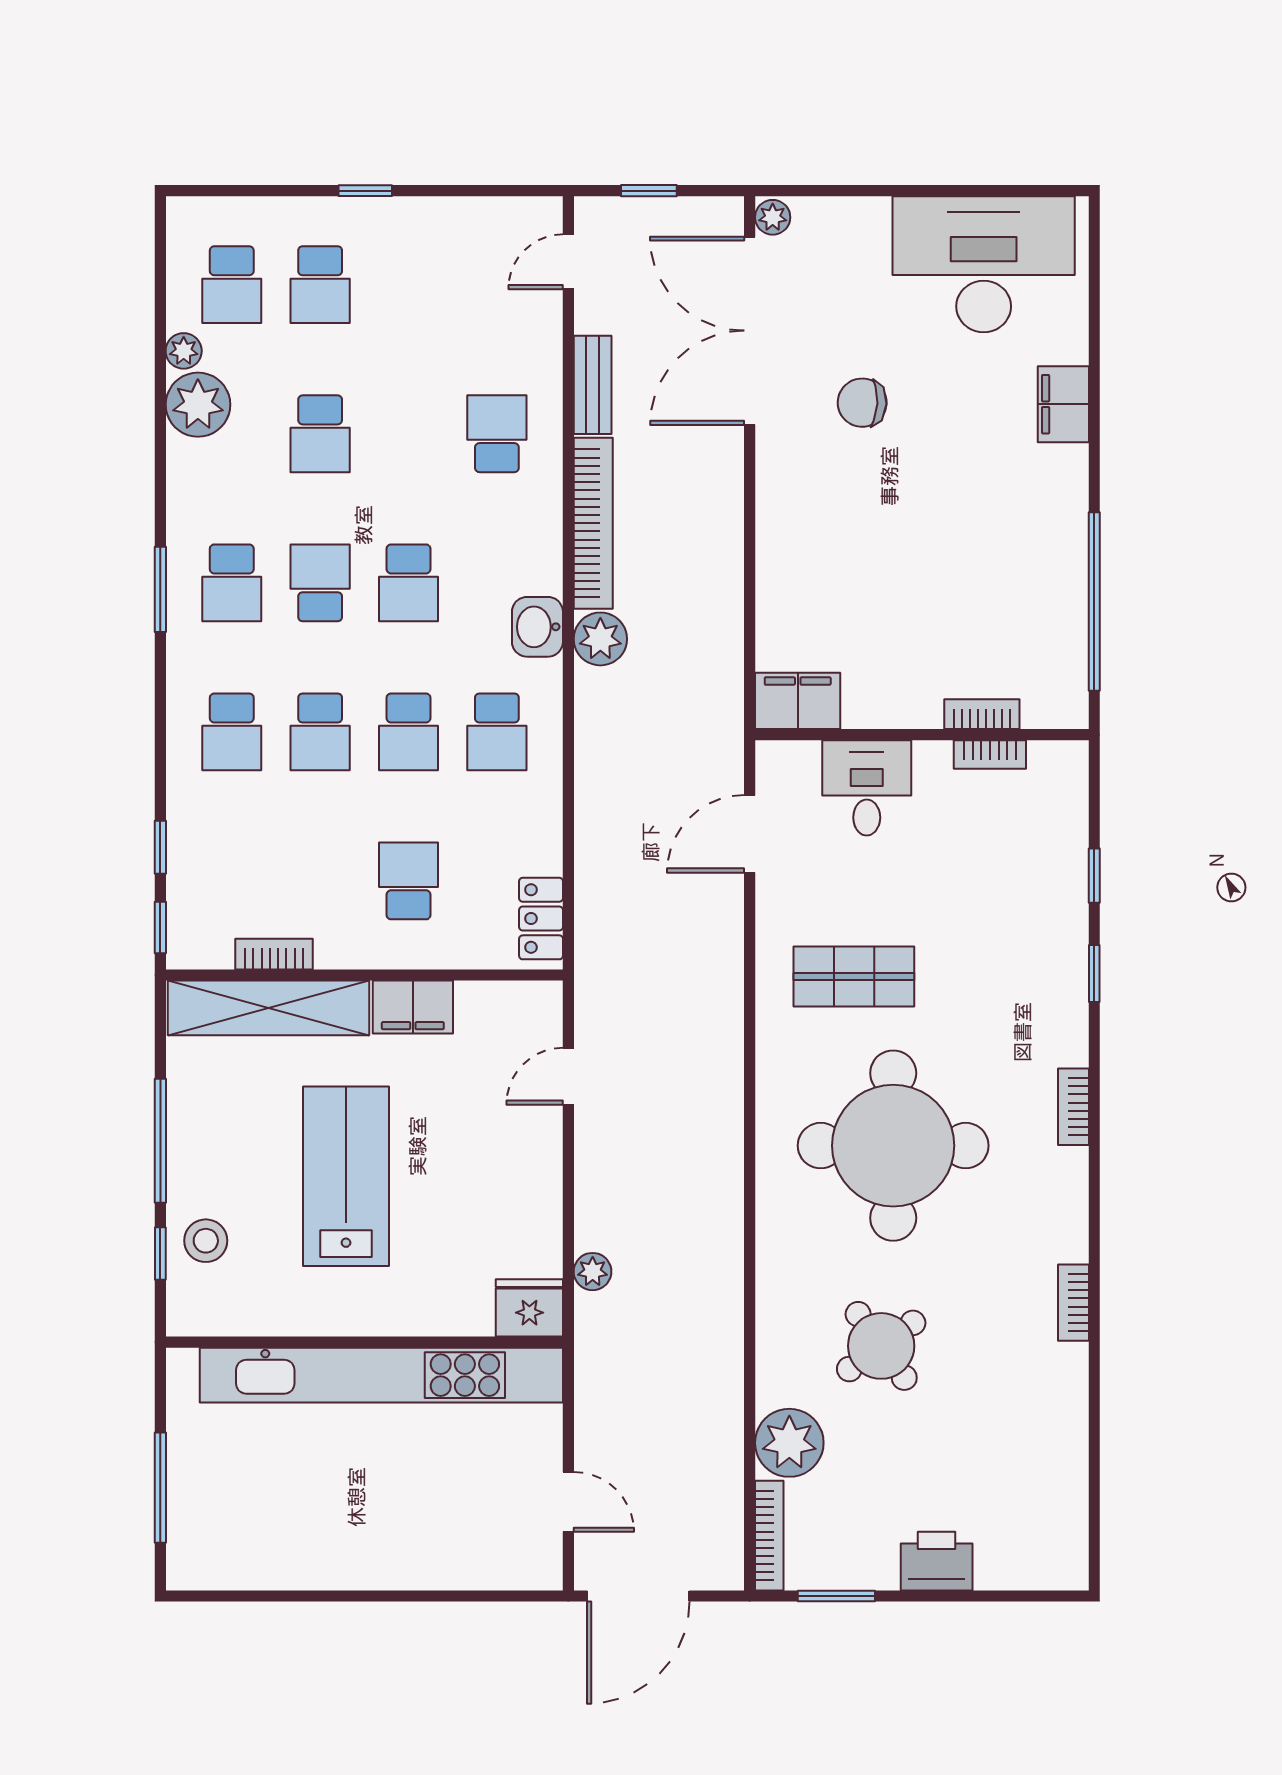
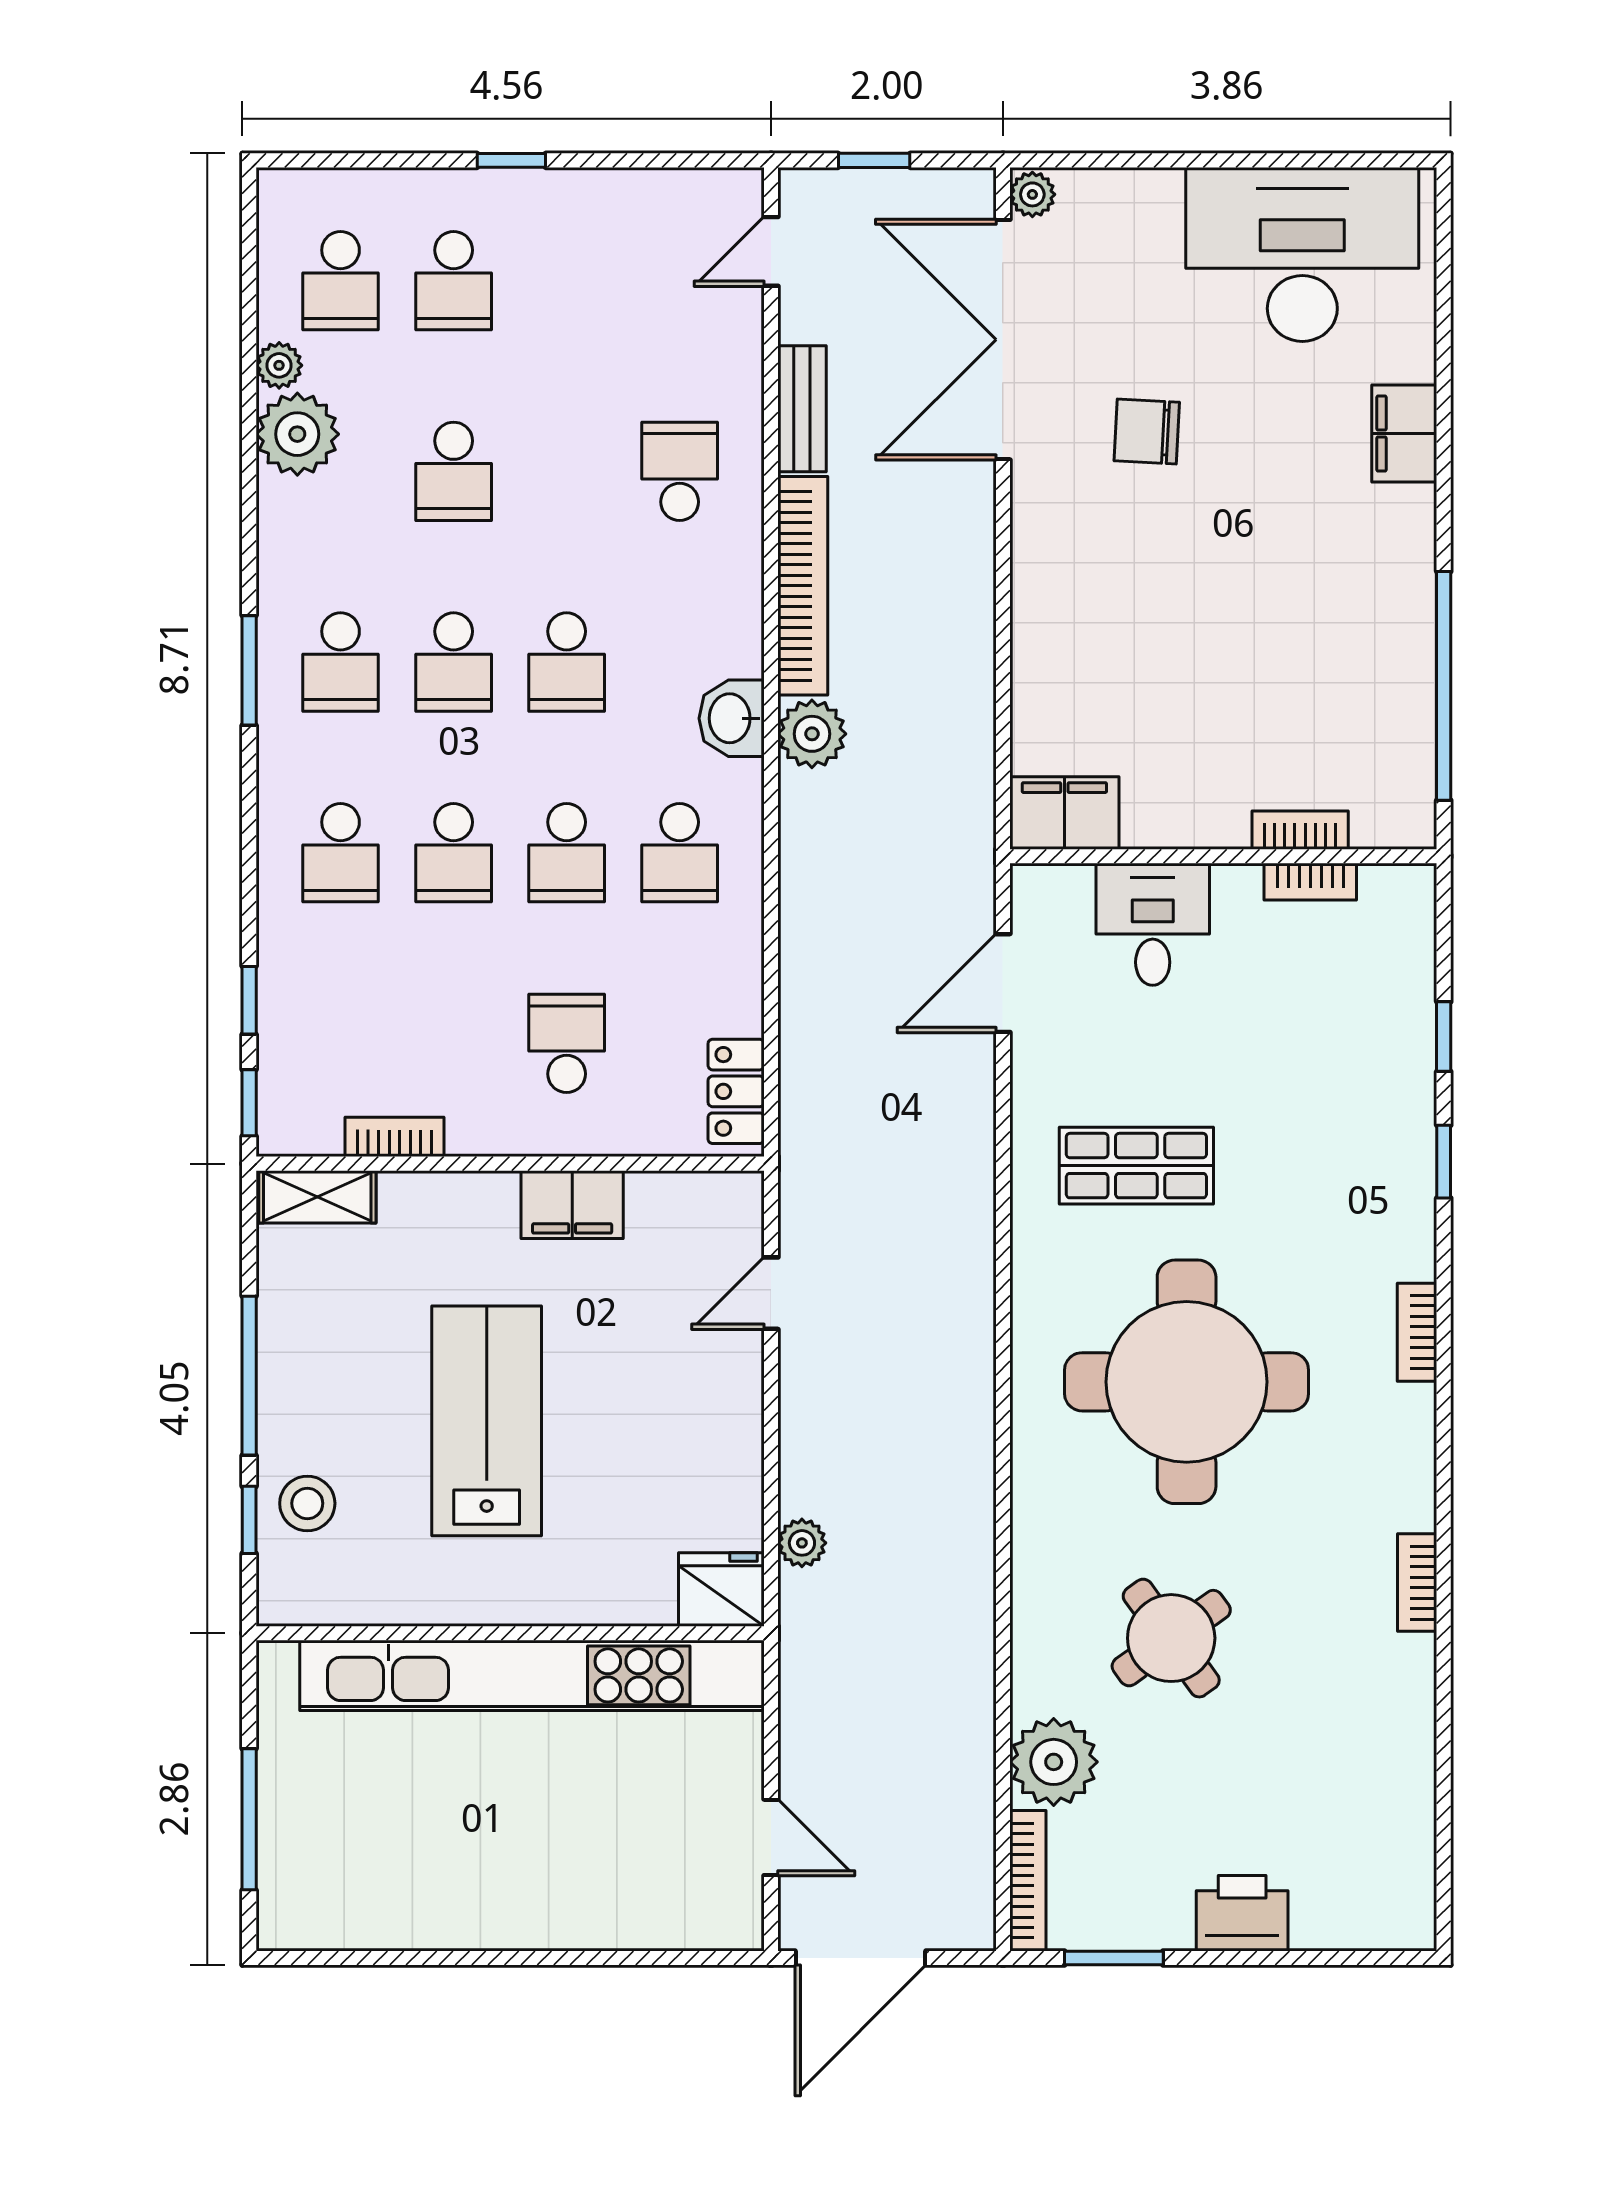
school desk: (320, 583) -> (454, 662), turned 180
shelving: (269, 1008) -> (317, 1197), width x0.45, depth x0.75

